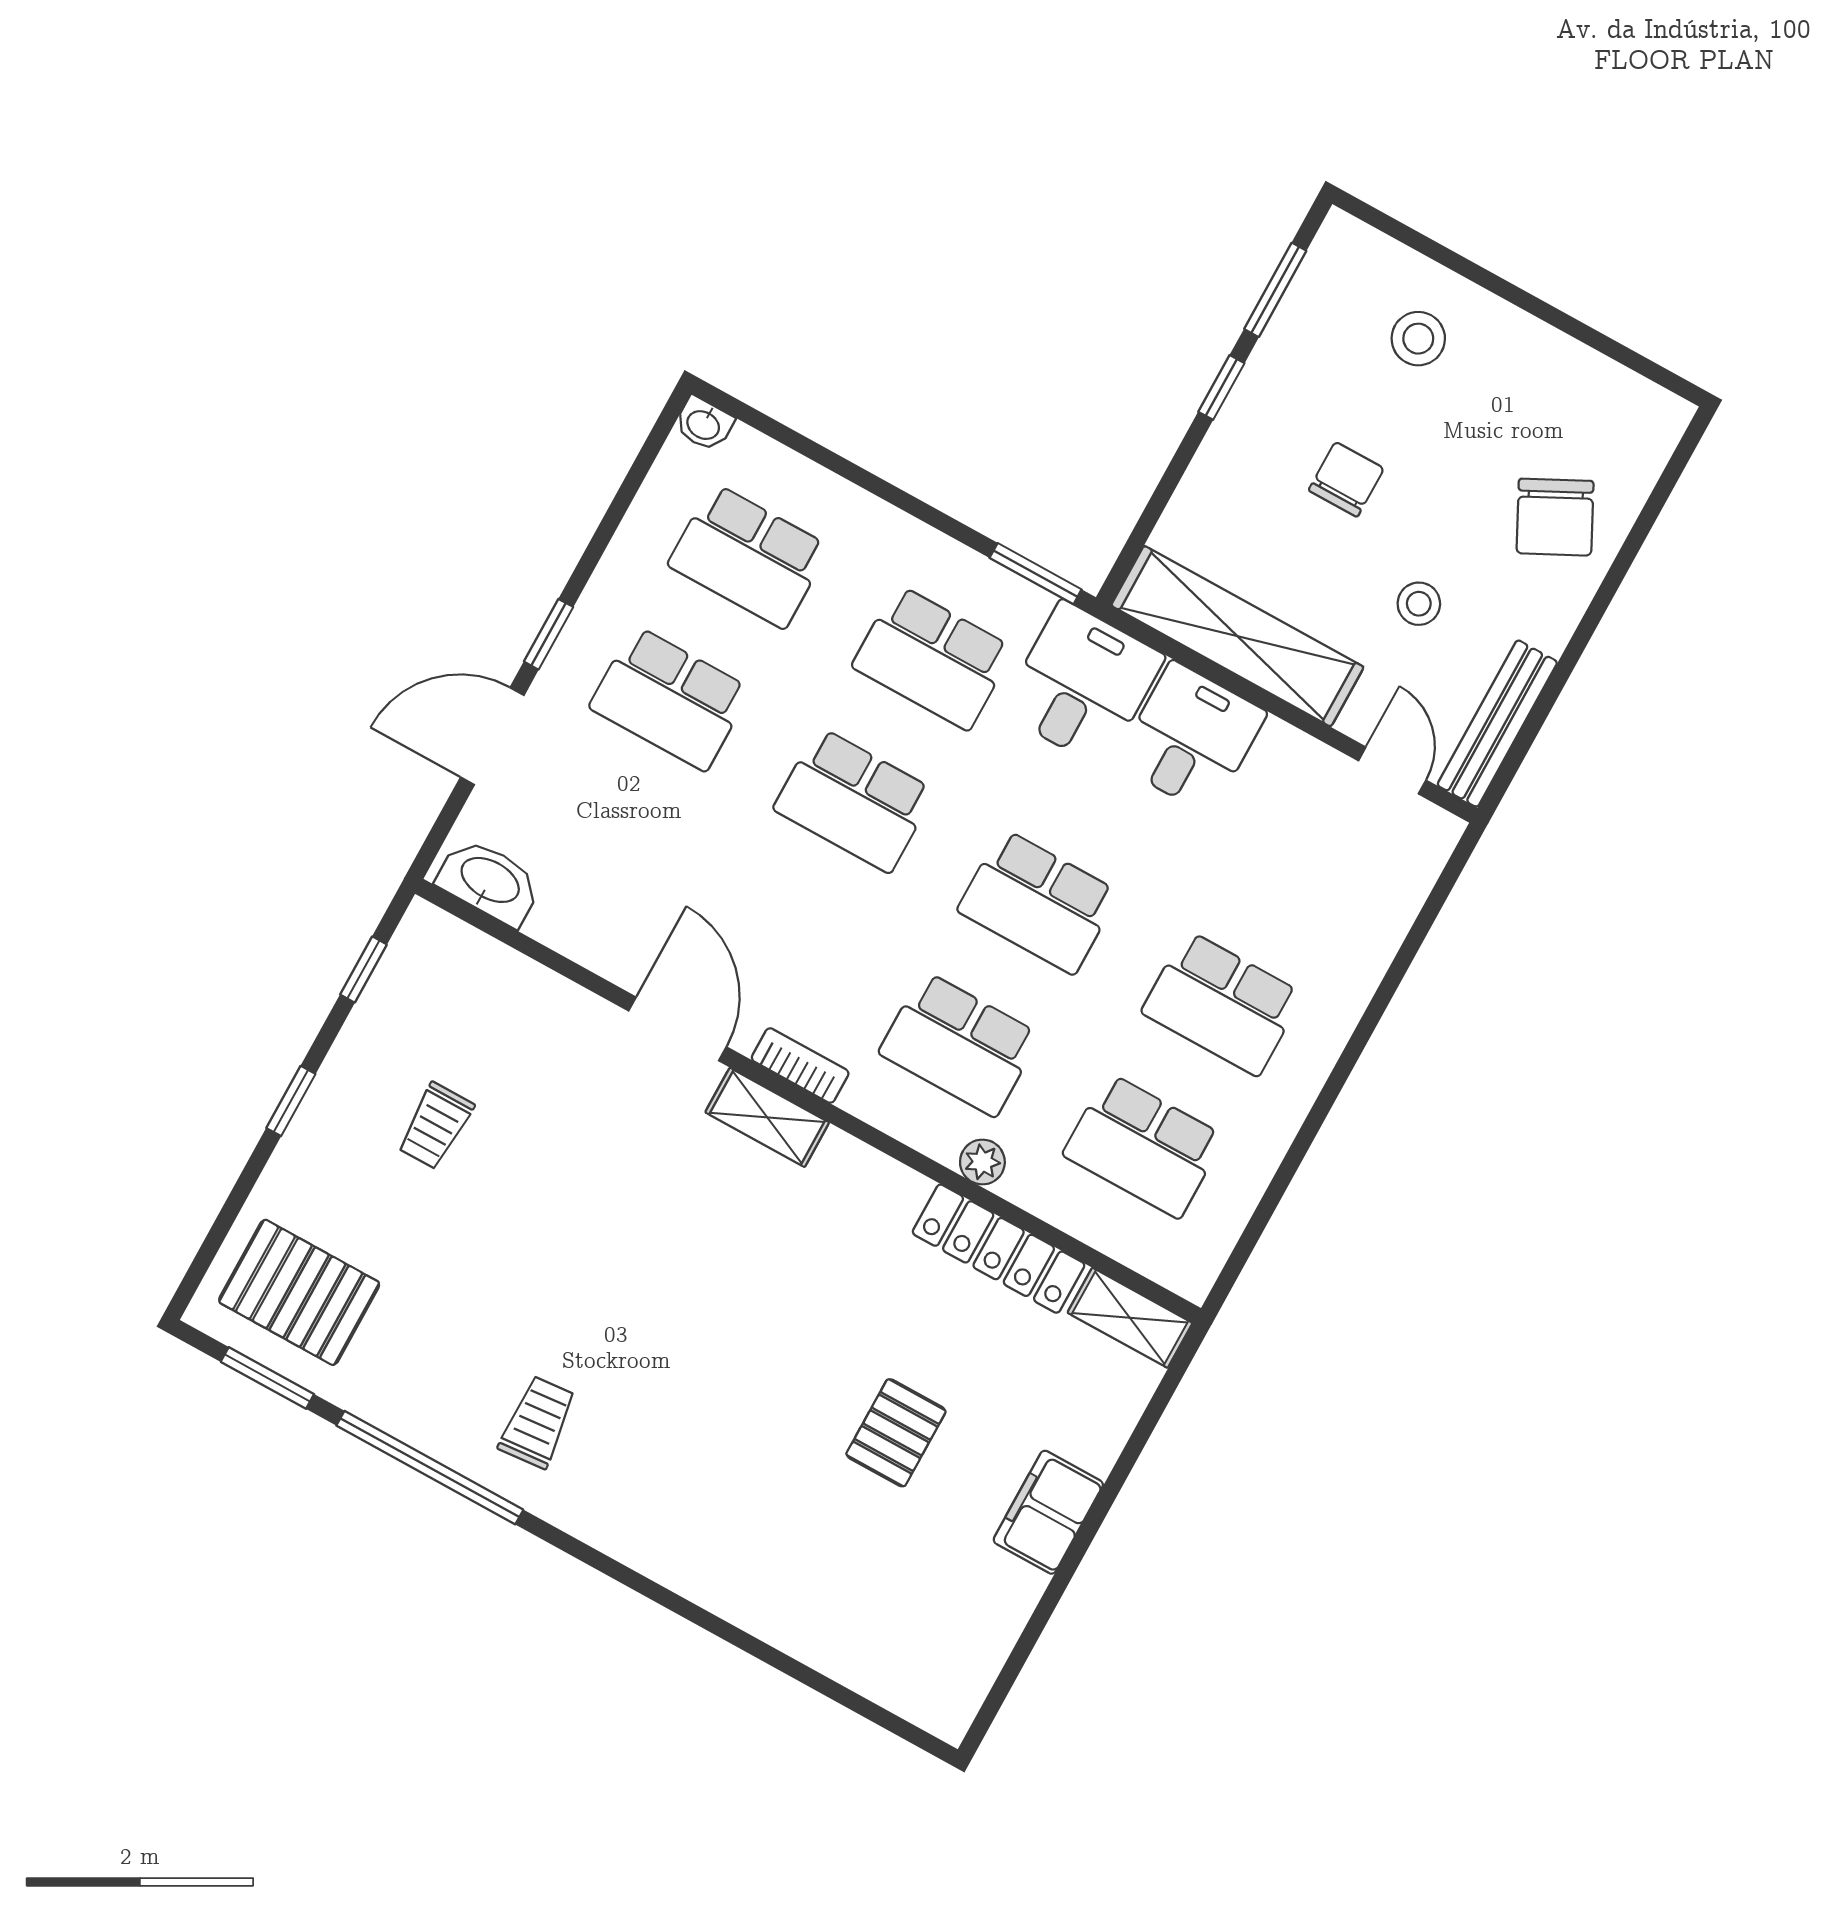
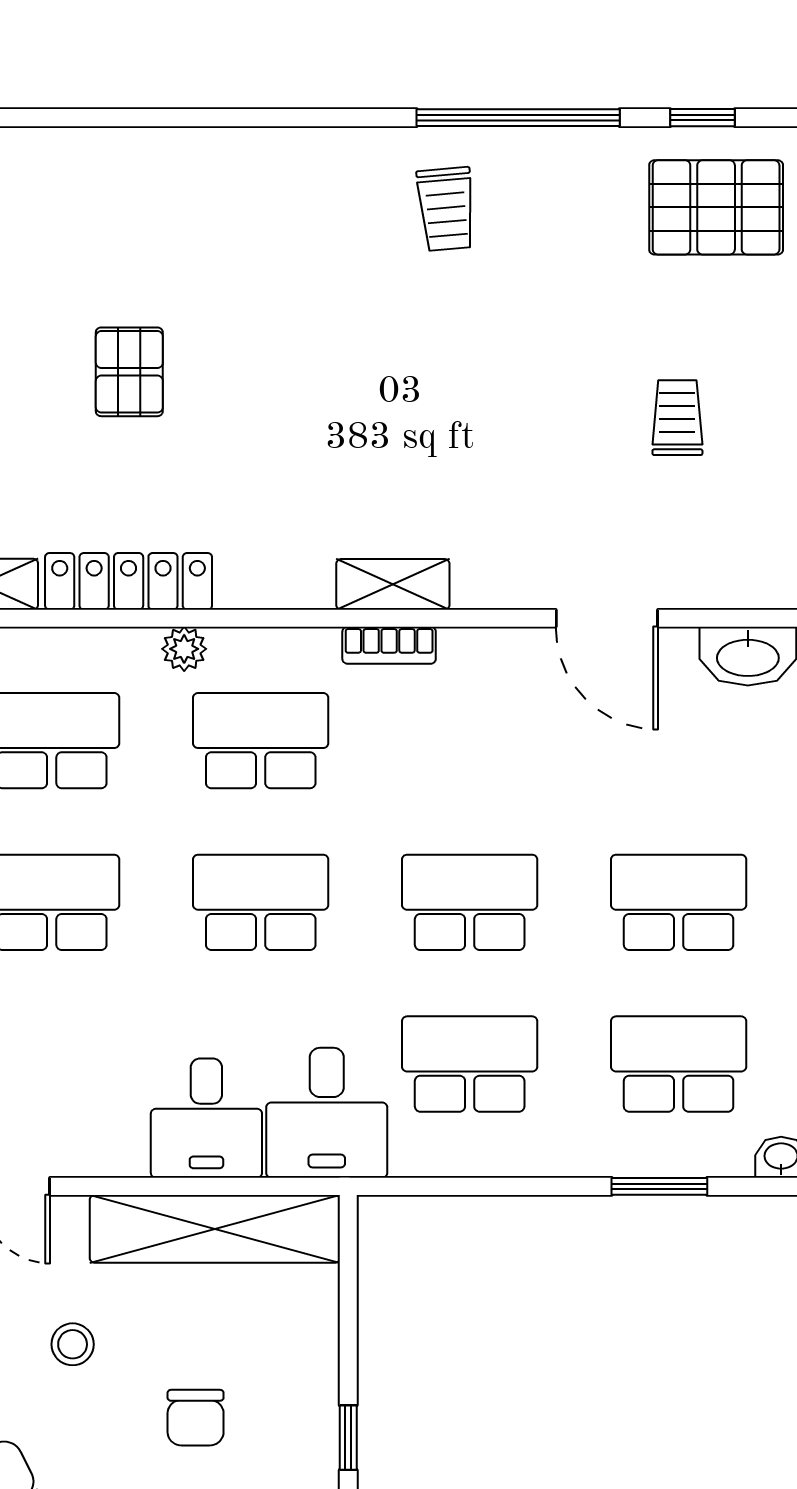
window: (1036, 574) -> (659, 1186), moved
door: (677, 1029) -> (607, 618), moved
window: (267, 1378) -> (702, 118), width x0.67

